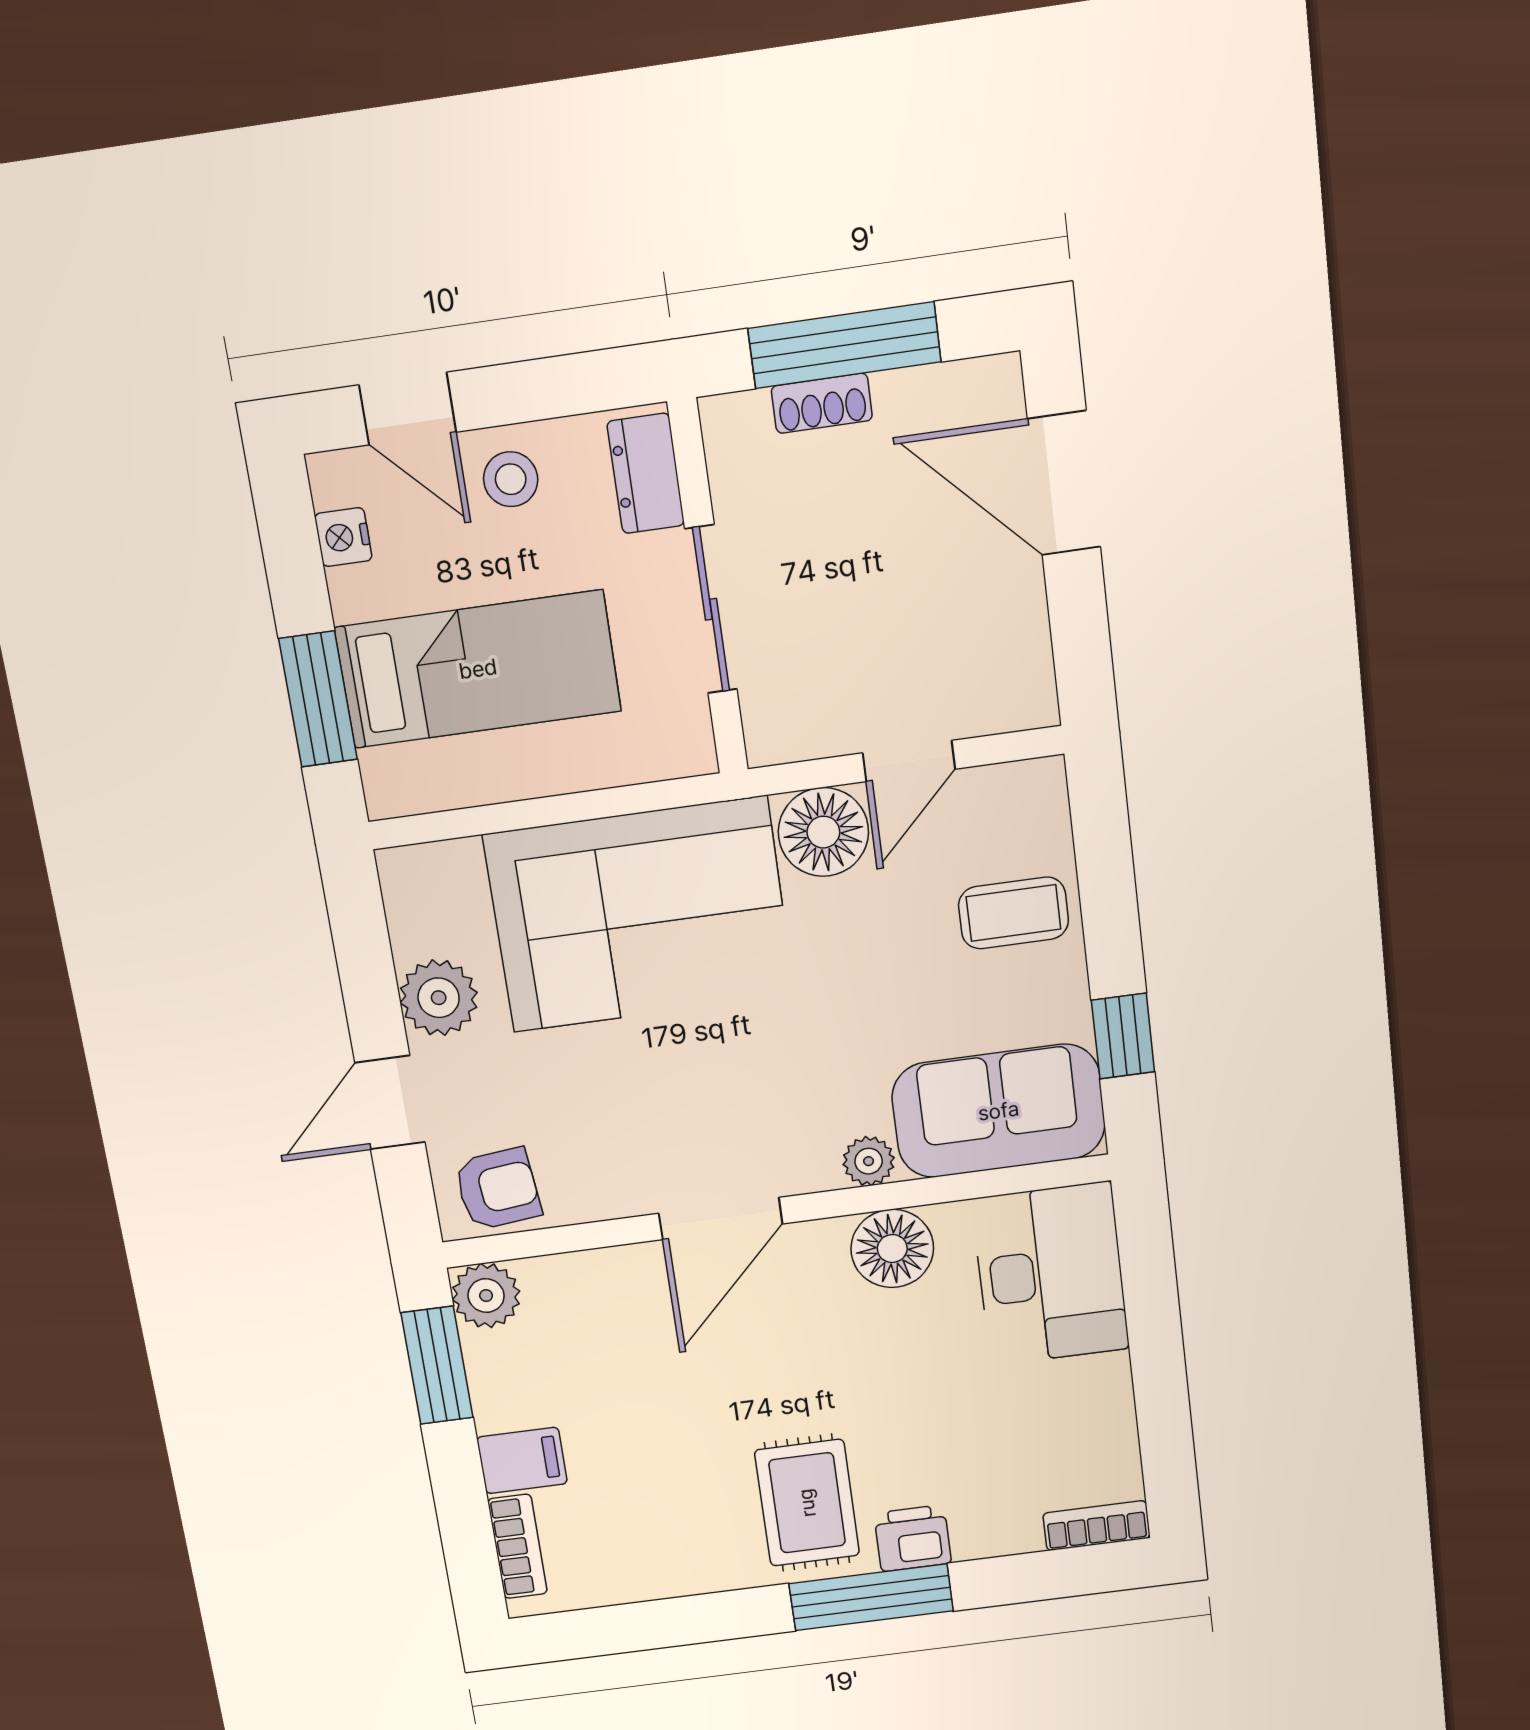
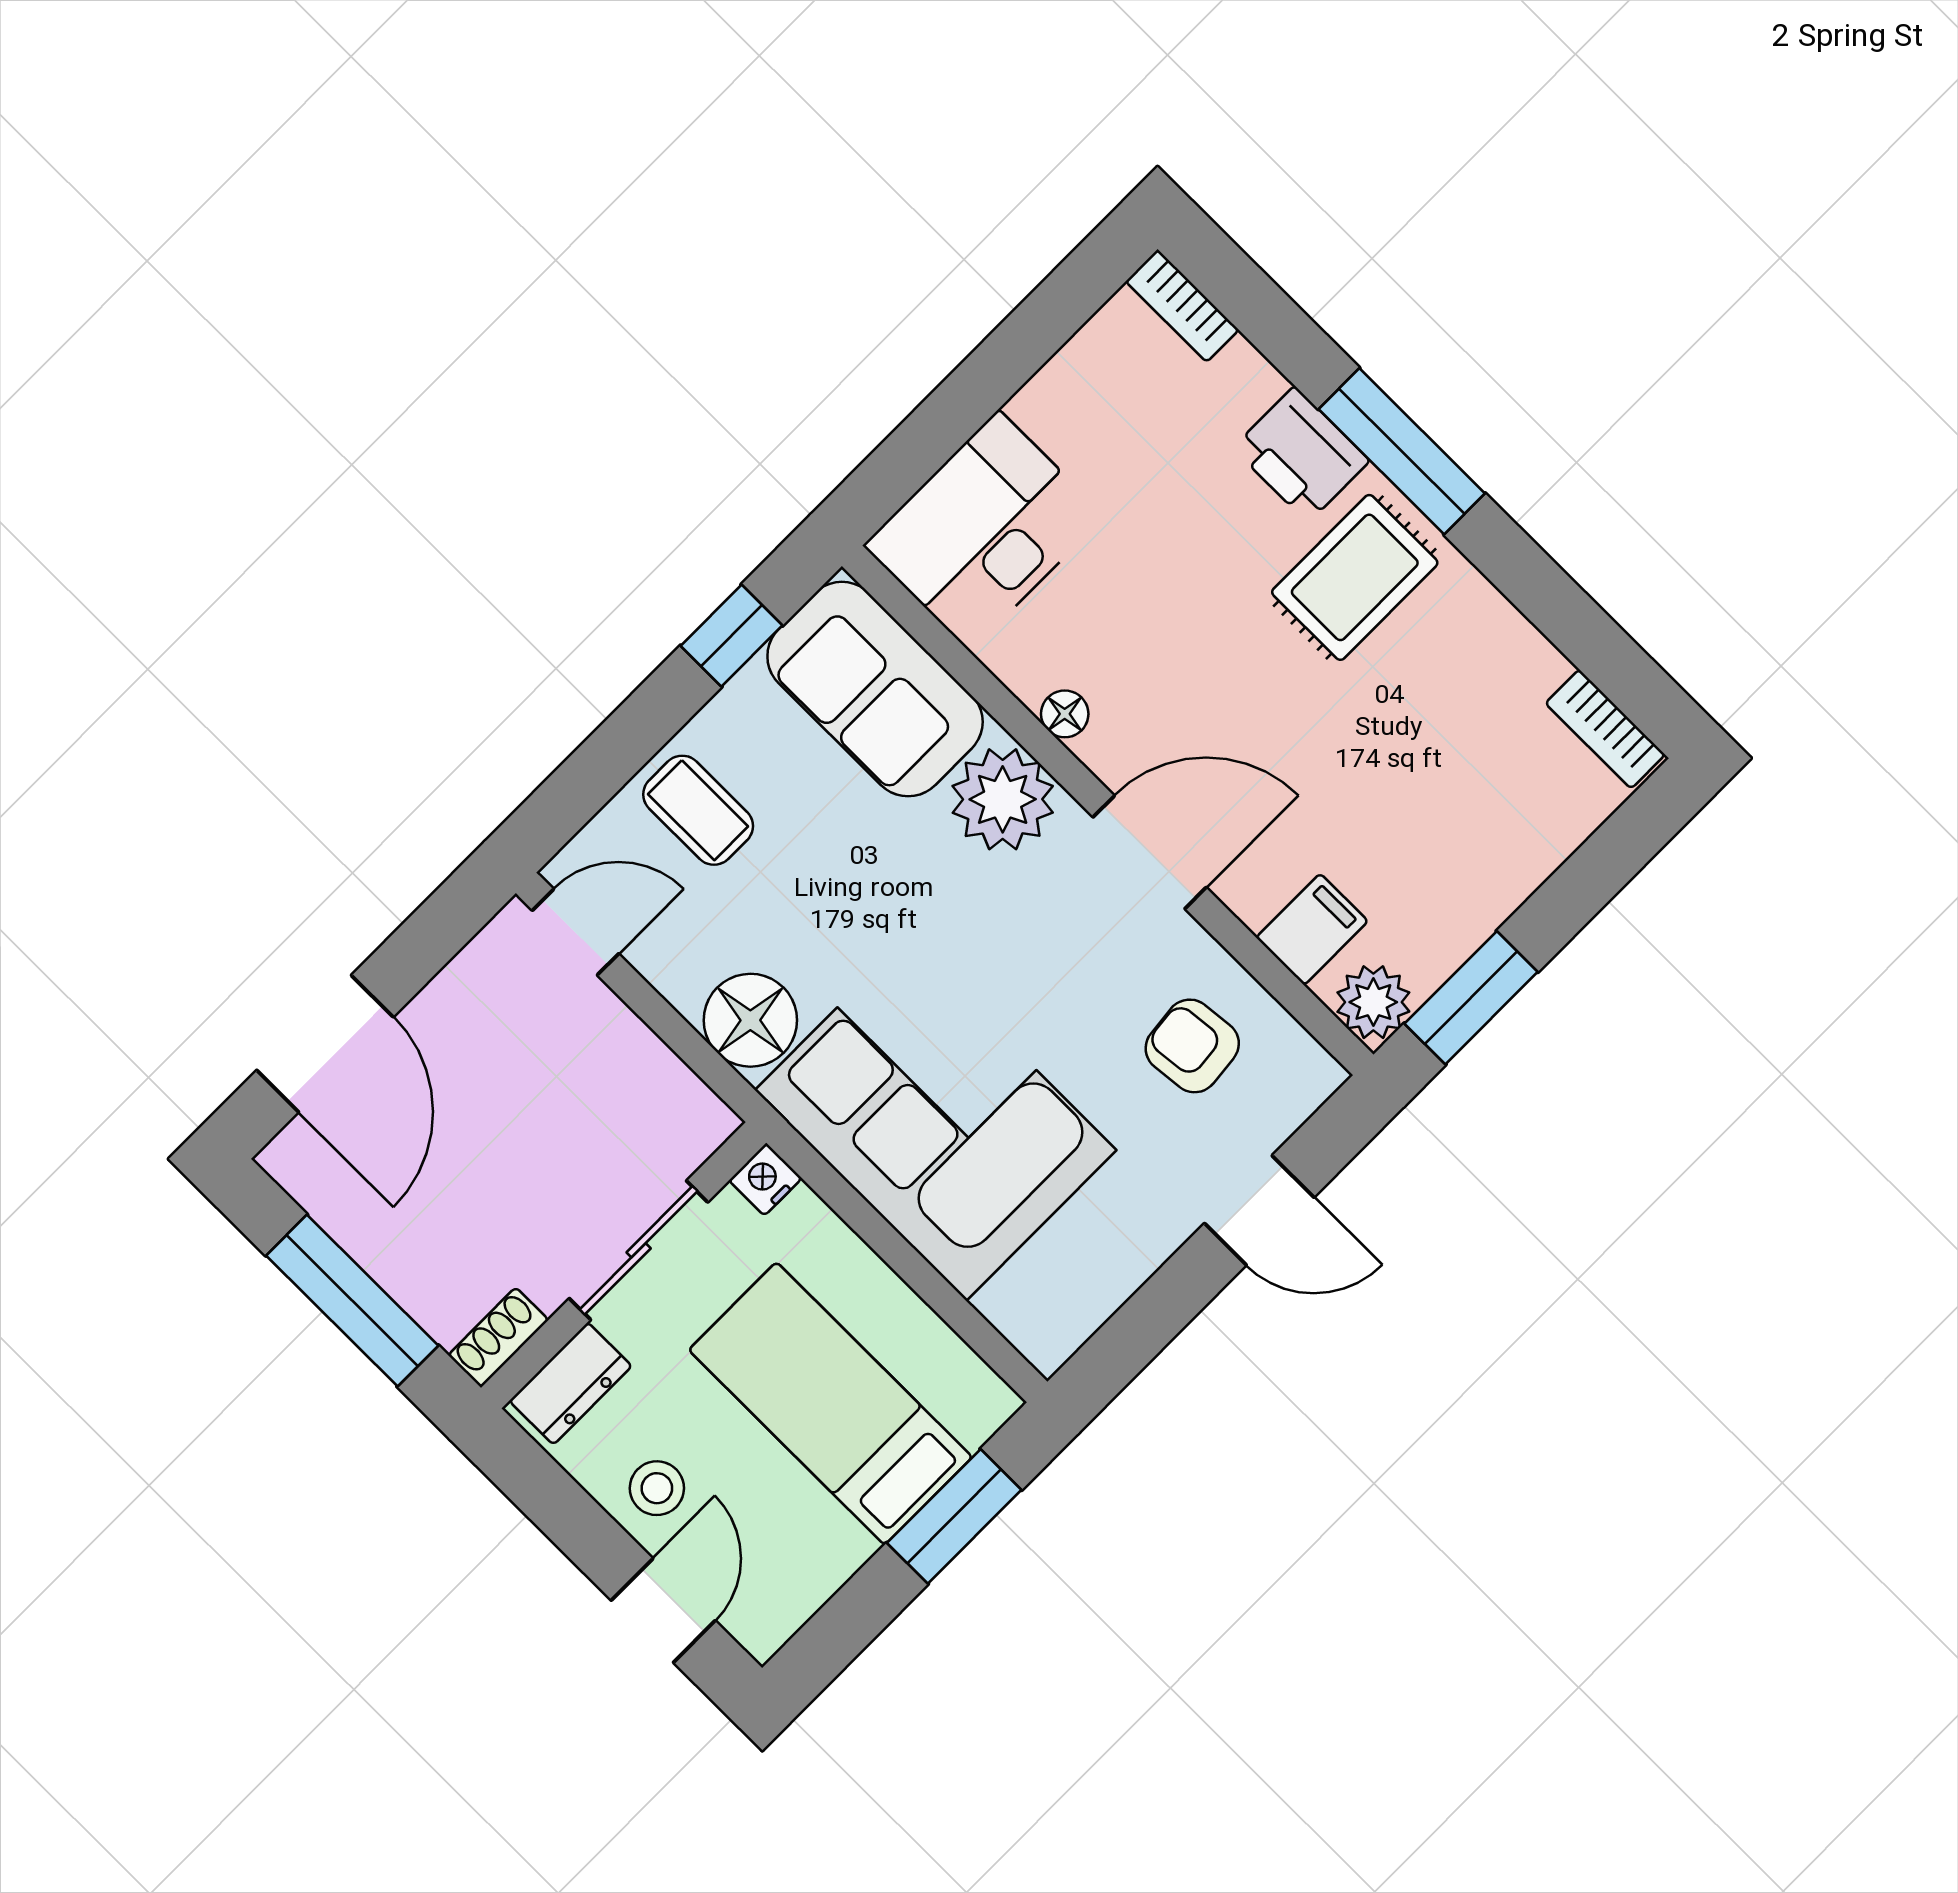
shoe rack: (822, 403) -> (498, 1338), moved, turned -90
nightstand: (343, 537) -> (765, 1179), moved, turned 180
door: (909, 761) -> (575, 932), moved
plant: (439, 998) -> (1135, 1236), removed
plant: (869, 1161) -> (1003, 799), width x1.87, depth x1.87
armchair: (498, 1189) -> (1192, 1046), moved
floor lamp: (892, 1249) -> (1065, 714), width x0.53, depth x0.53
filing cabinet: (522, 1460) -> (1312, 929), moved, turned 90
printer: (913, 1538) -> (1301, 454), width x1.36, depth x1.24
bookcase: (518, 1546) -> (1605, 729), moved, turned -90

